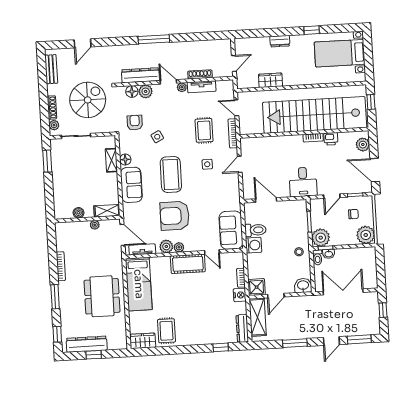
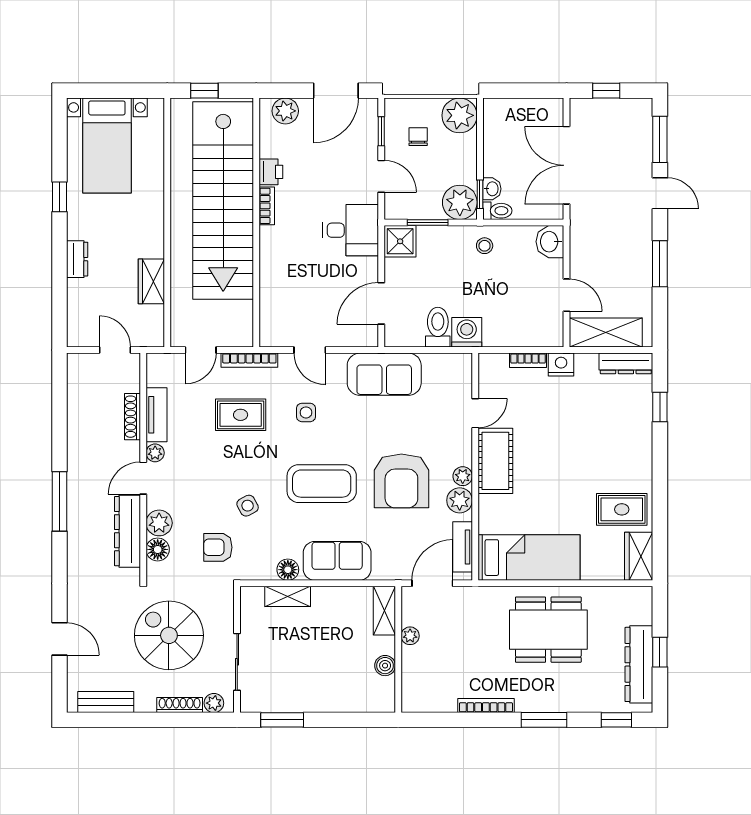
sofa: (231, 230) -> (384, 374), moved
shower: (257, 287) -> (400, 241), moved

